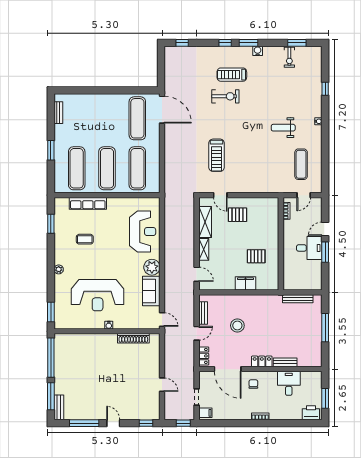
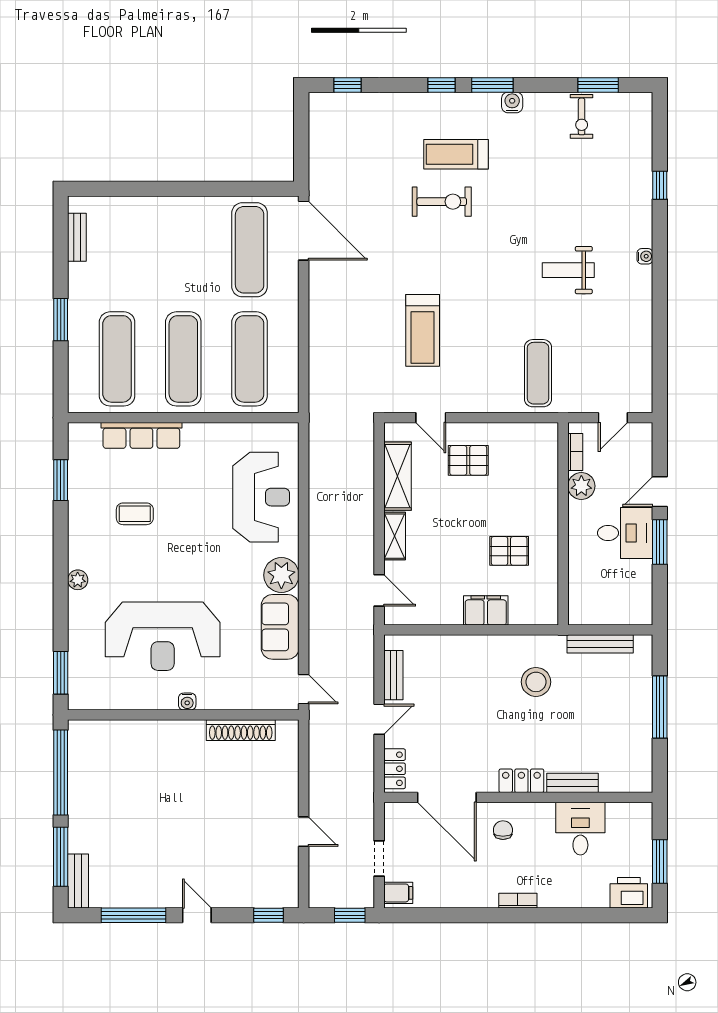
exercise mat: (301, 164) -> (538, 373), moved
plant: (289, 226) -> (581, 486), added
stool: (237, 326) -> (536, 682), moved

